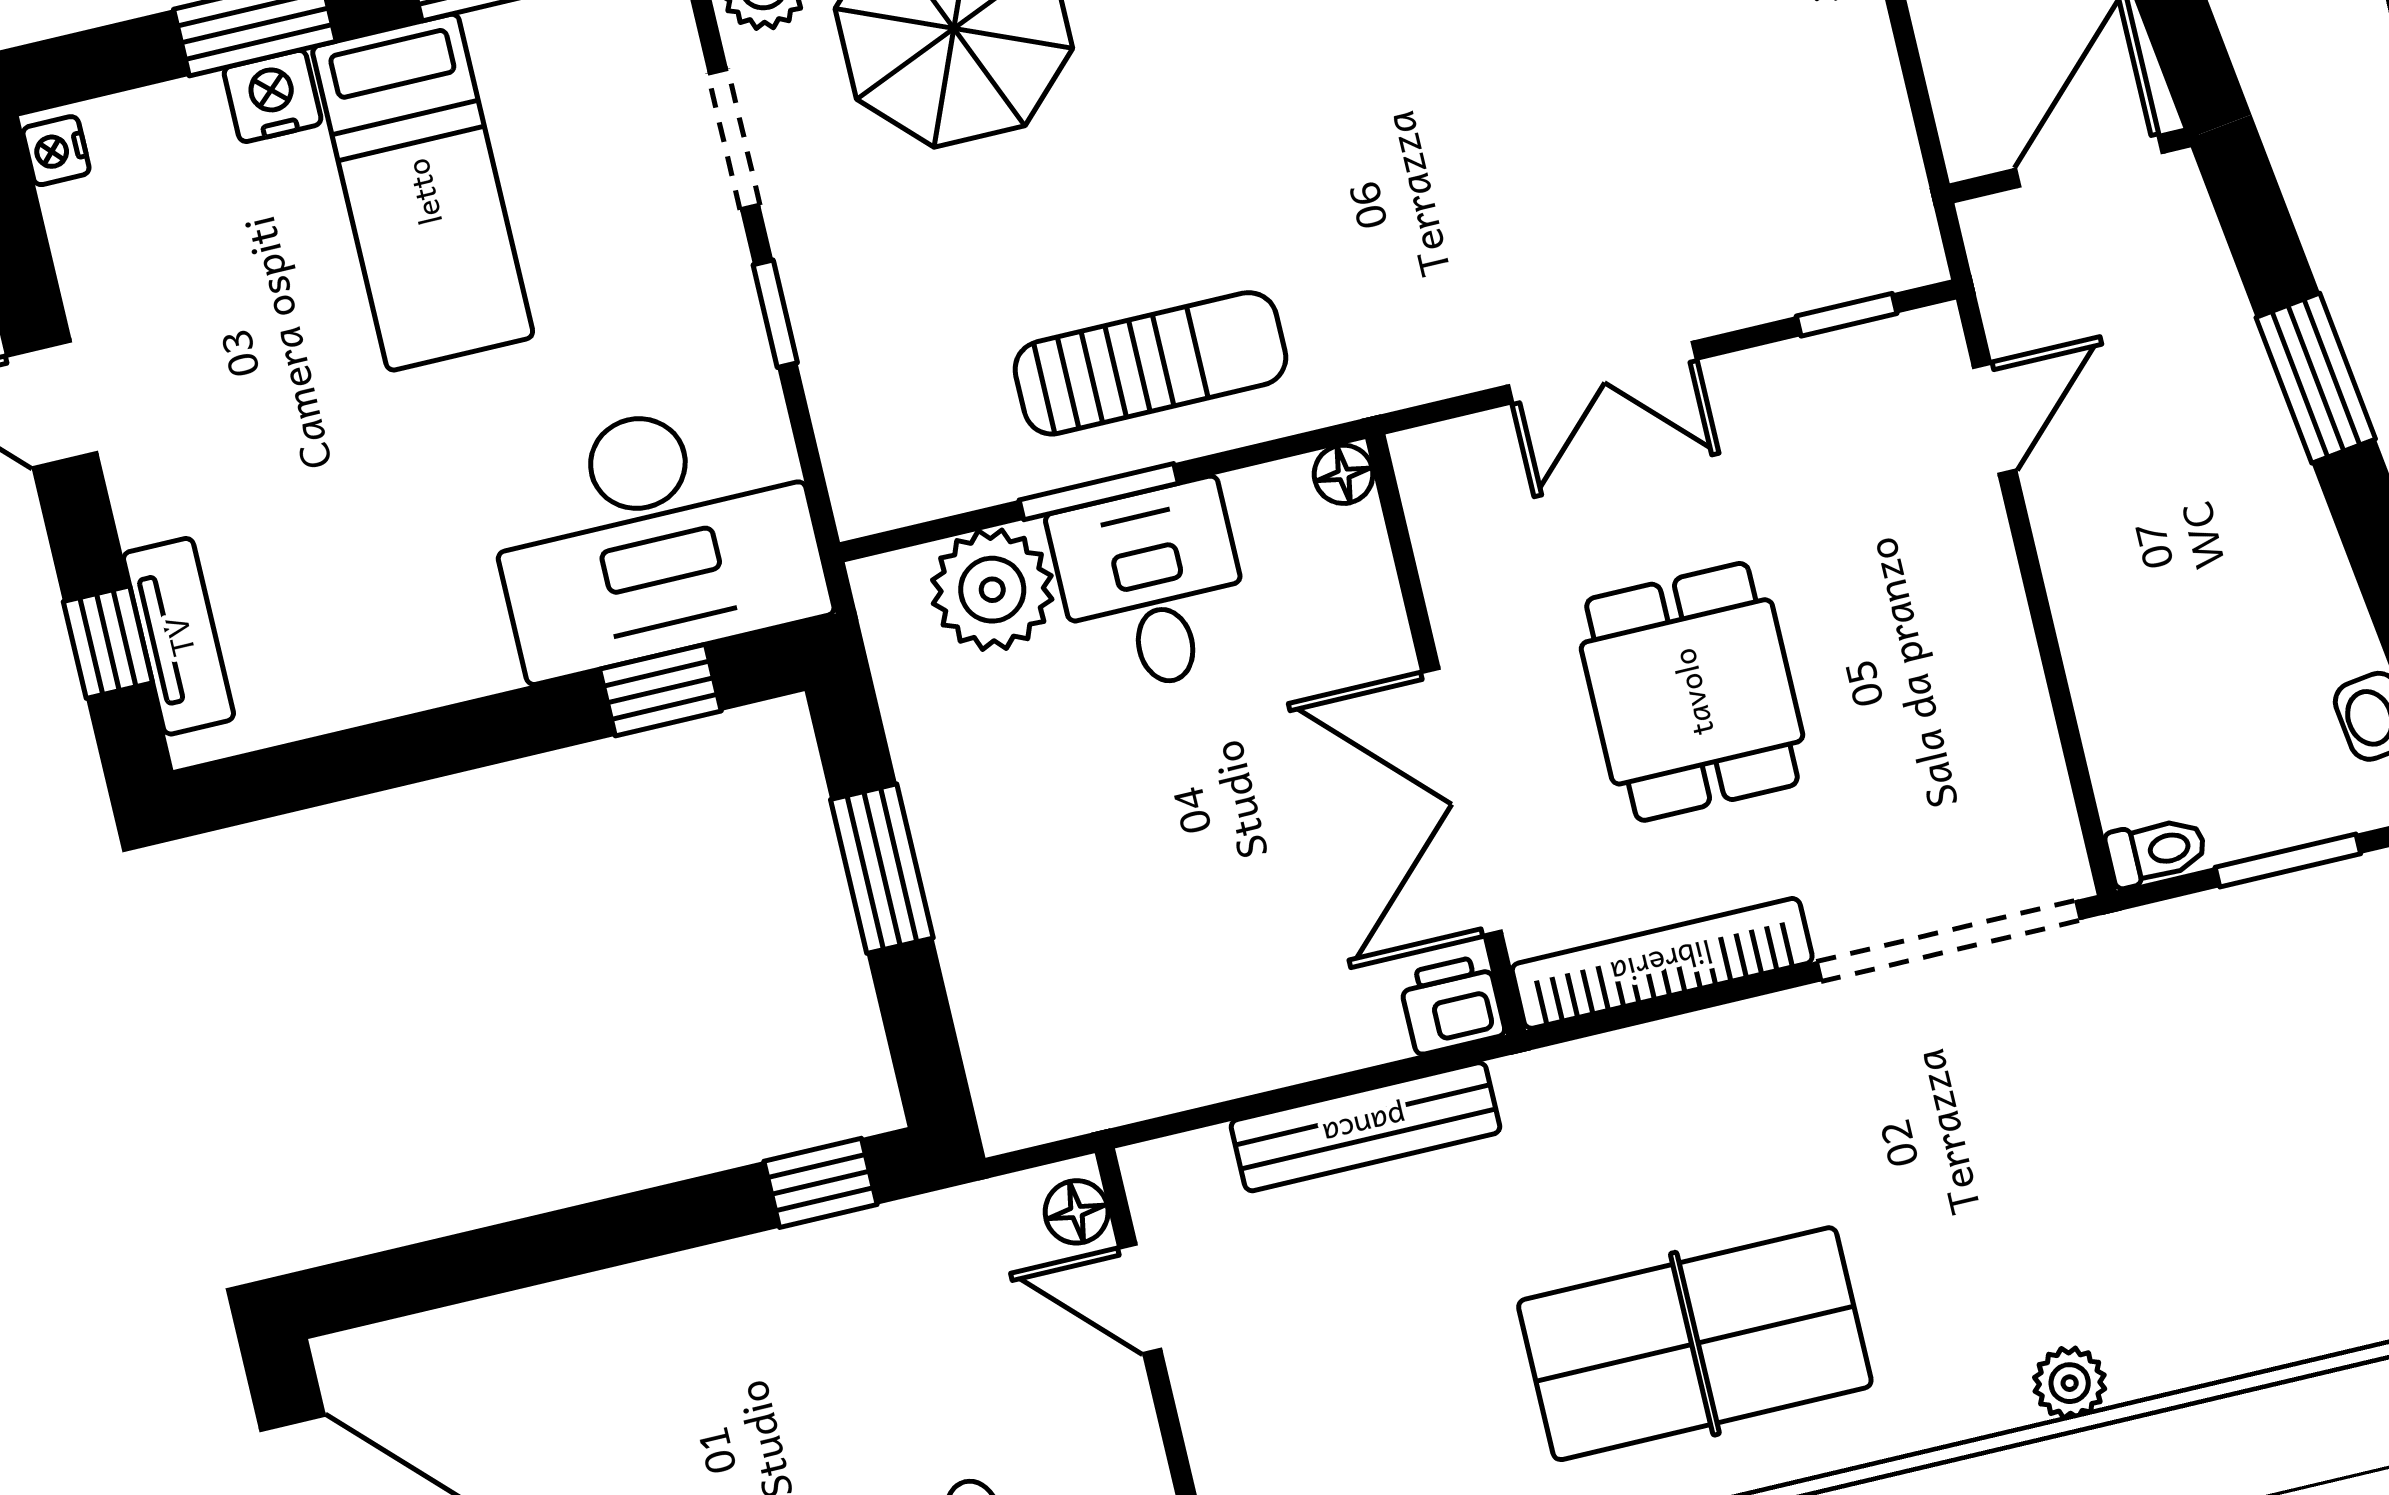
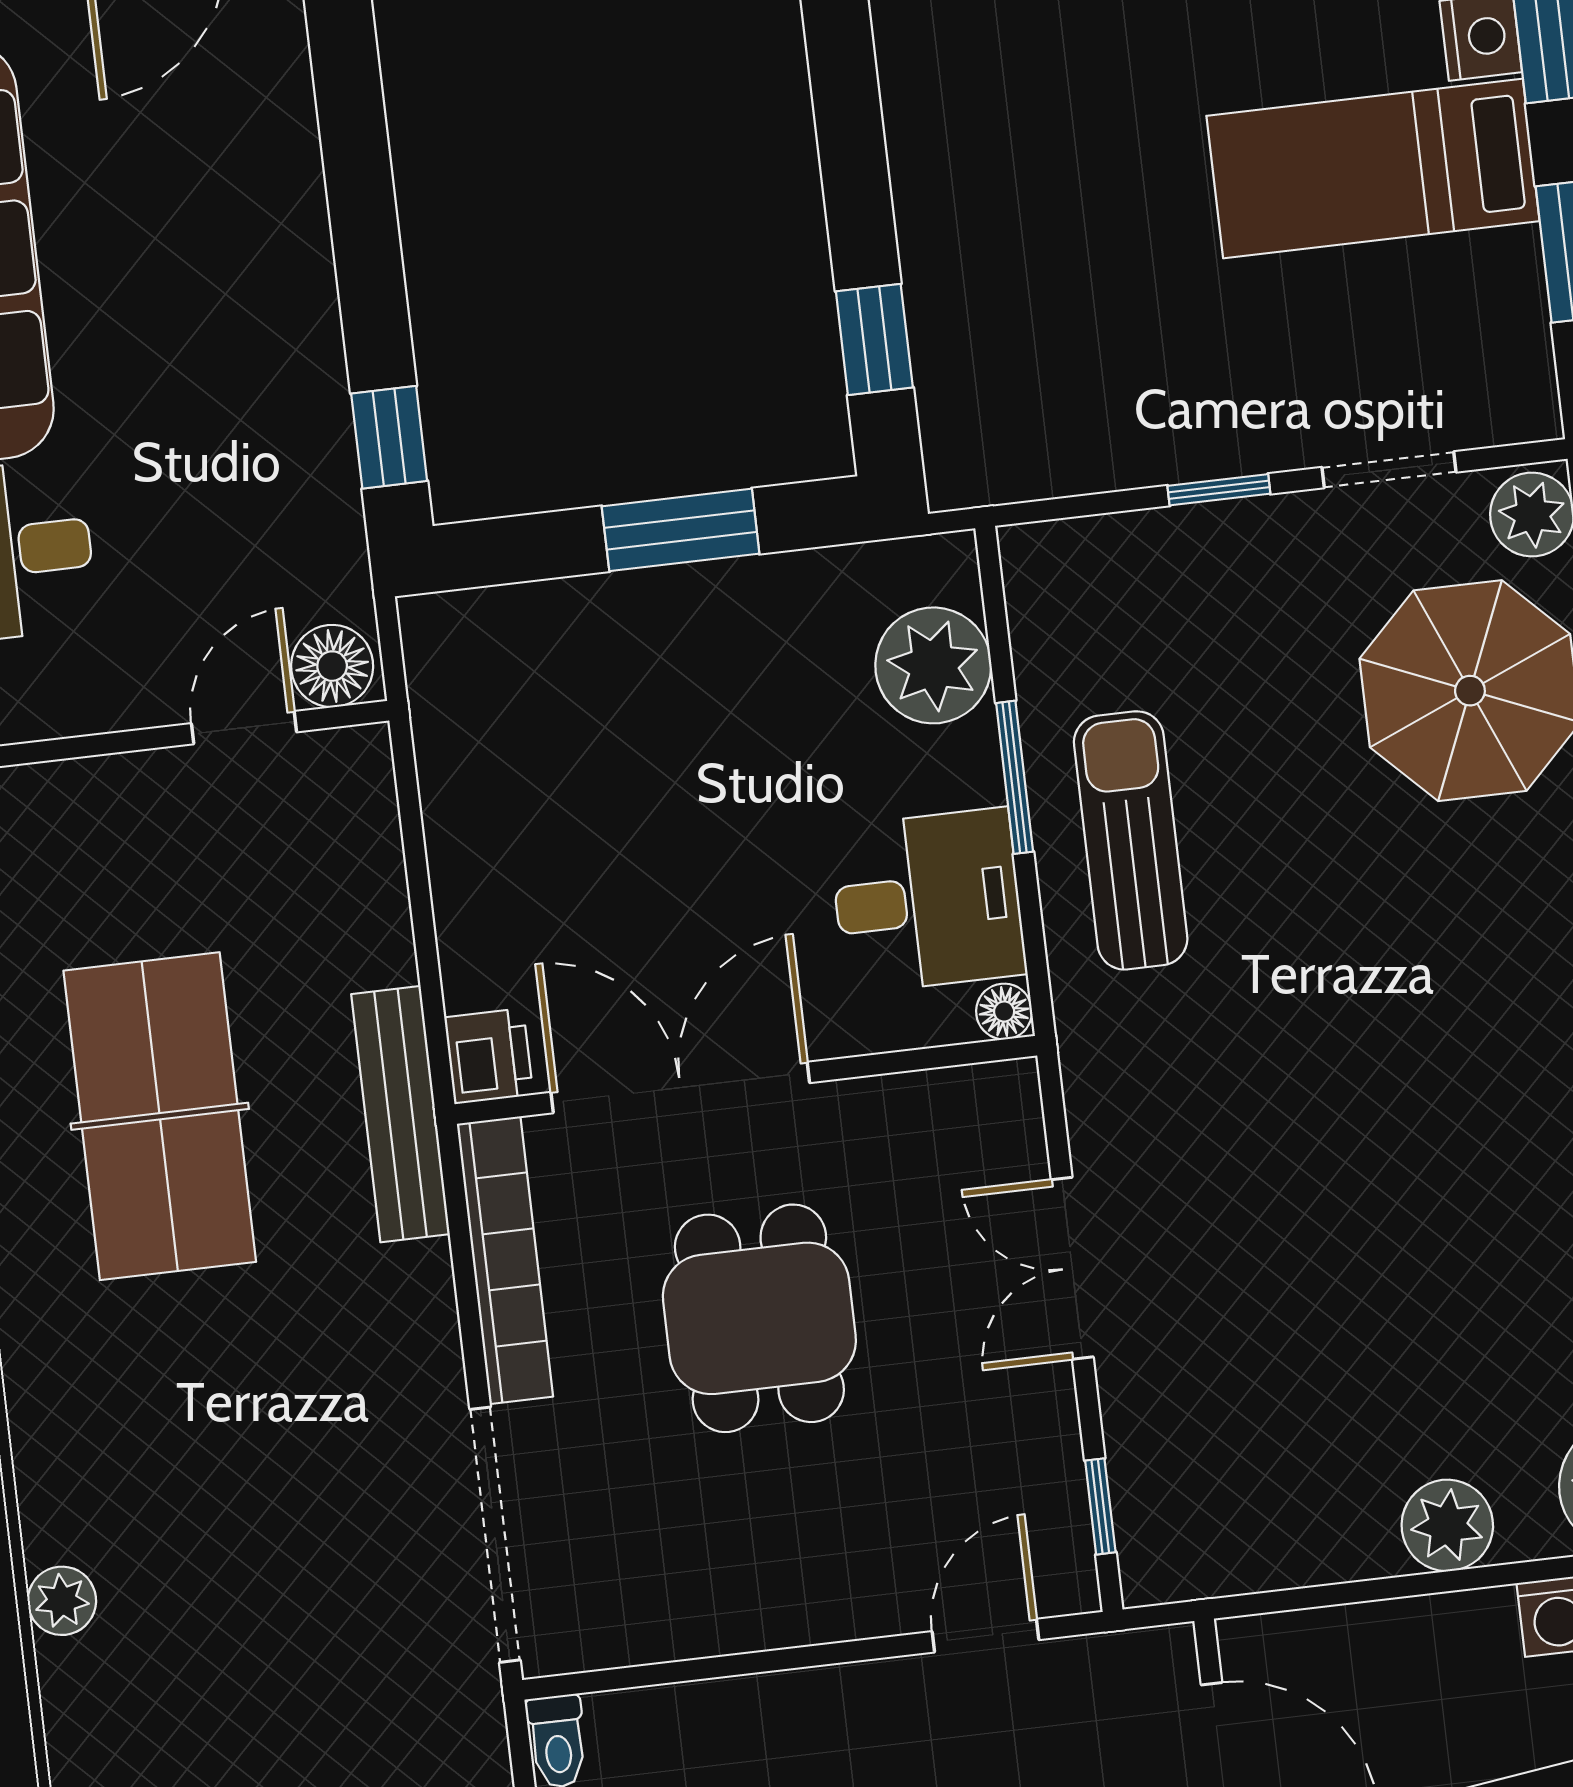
sun lounger: (1150, 363) -> (1131, 840), turned 180
door: (1995, 419) -> (985, 1636), swing flipped
desk: (655, 535) -> (1022, 351), removed
desk: (1152, 588) -> (927, 901), moved
dining table: (1692, 692) -> (759, 1318), turned 90
bench: (1365, 1127) -> (401, 1114), moved
floor lamp: (1077, 1212) -> (332, 666), width x1.37, depth x1.37
table tennis table: (1695, 1344) -> (160, 1116), moved

